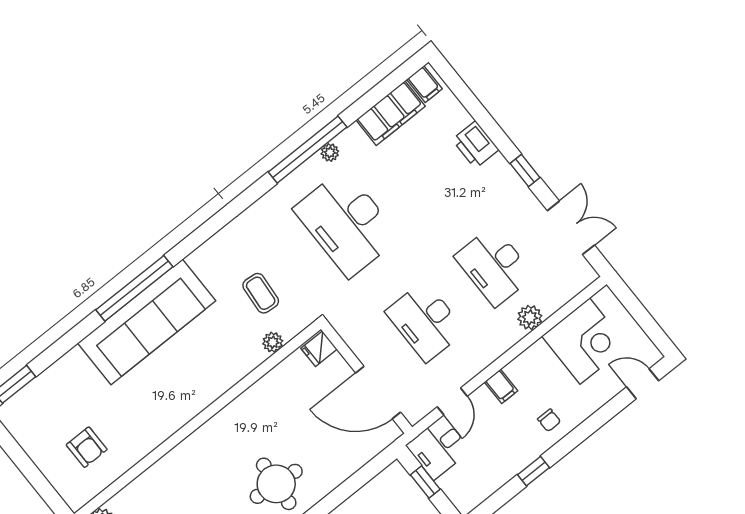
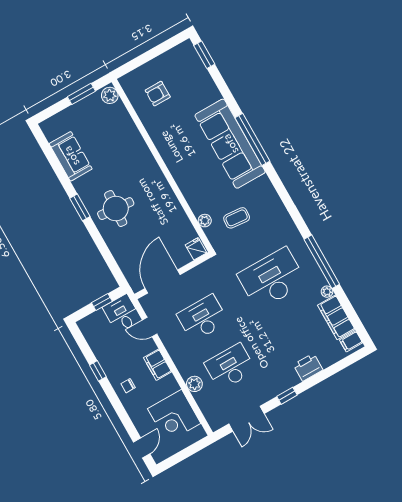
plant: (330, 152) -> (327, 292), moved
filing cabinet: (501, 386) -> (157, 365), width x2.00

